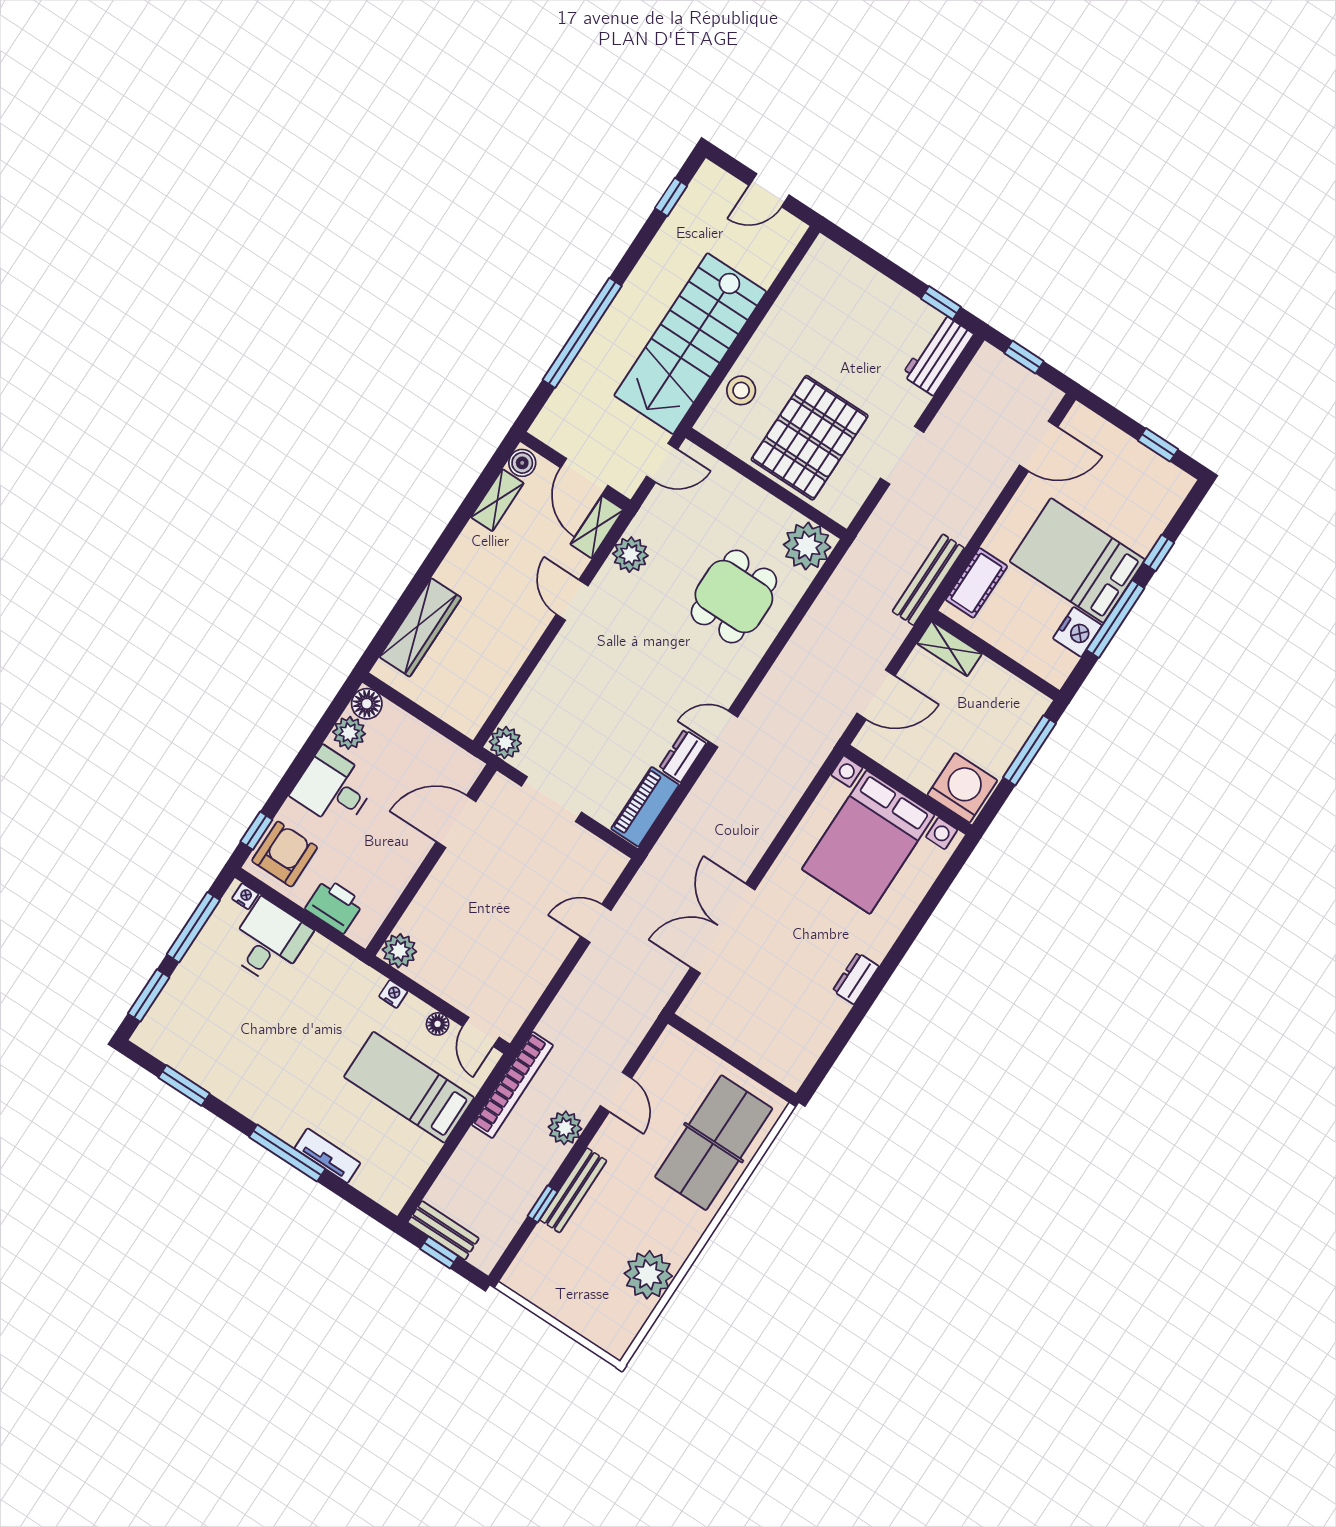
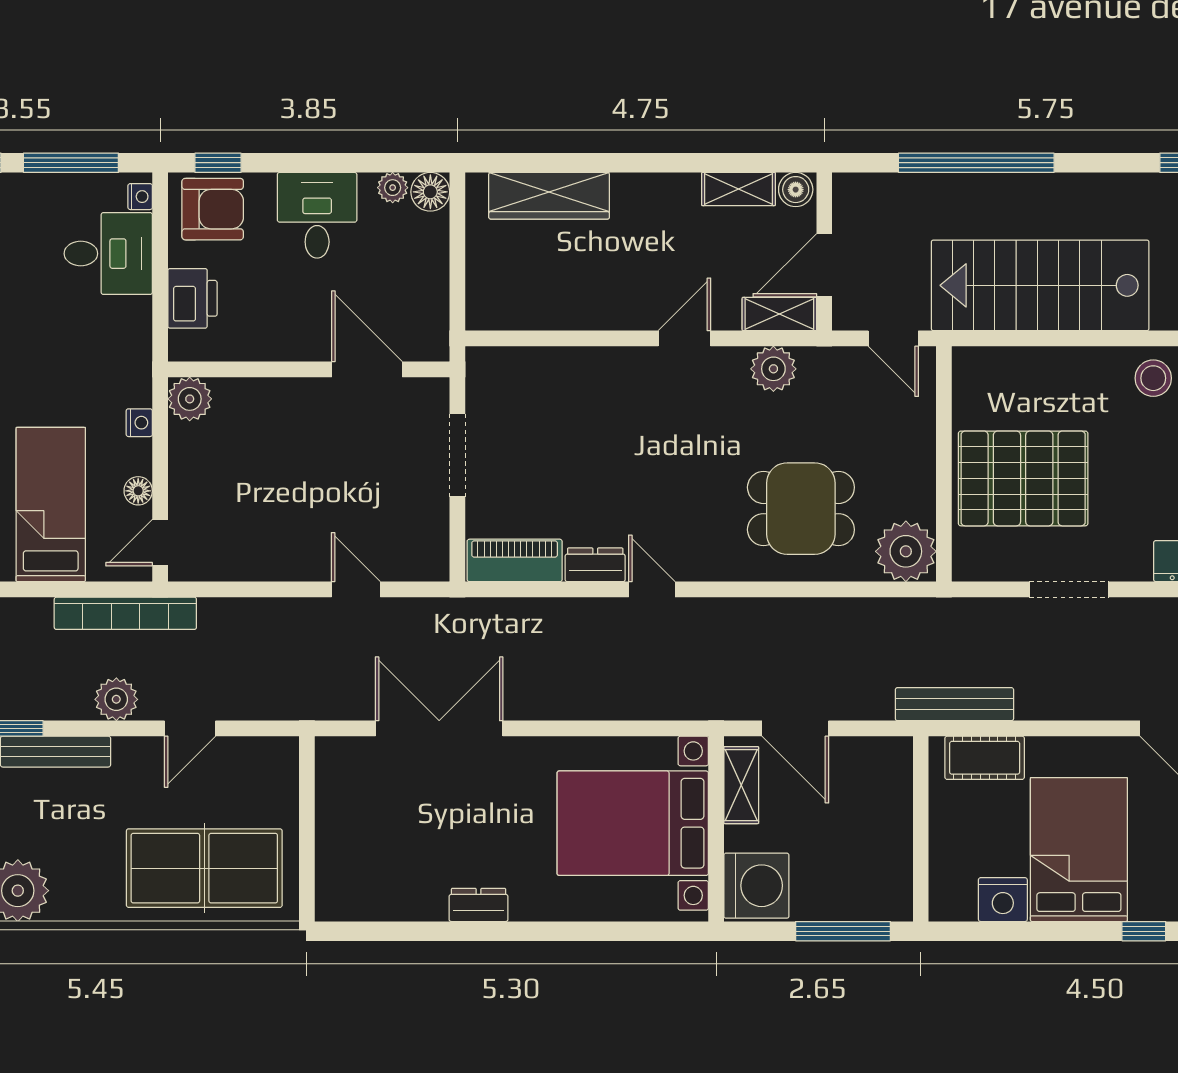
stool: (741, 390) -> (1153, 378), moved
window: (1115, 619) -> (1043, 931), removed
shelving: (949, 649) -> (741, 785), moved
plant: (349, 733) -> (393, 188), width x0.73, depth x0.73
plant: (505, 743) -> (486, 367), removed

